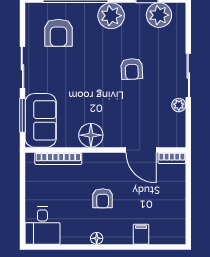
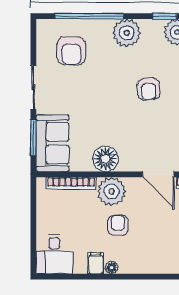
plant: (97, 166) -> (112, 191), added
armchair: (103, 198) -> (118, 225), turned 180
filing cabinet: (141, 234) -> (96, 263), moved

